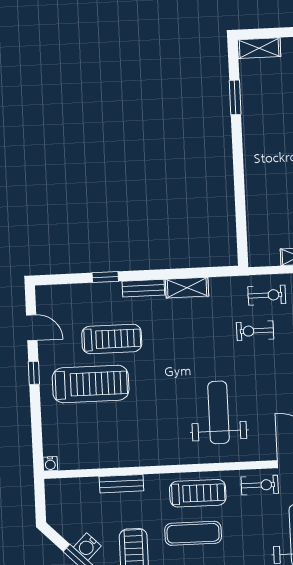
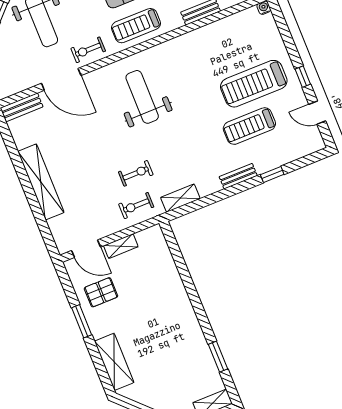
shelving: (187, 288) -> (180, 198), moved
weight bench: (219, 412) -> (142, 97), turned 180

